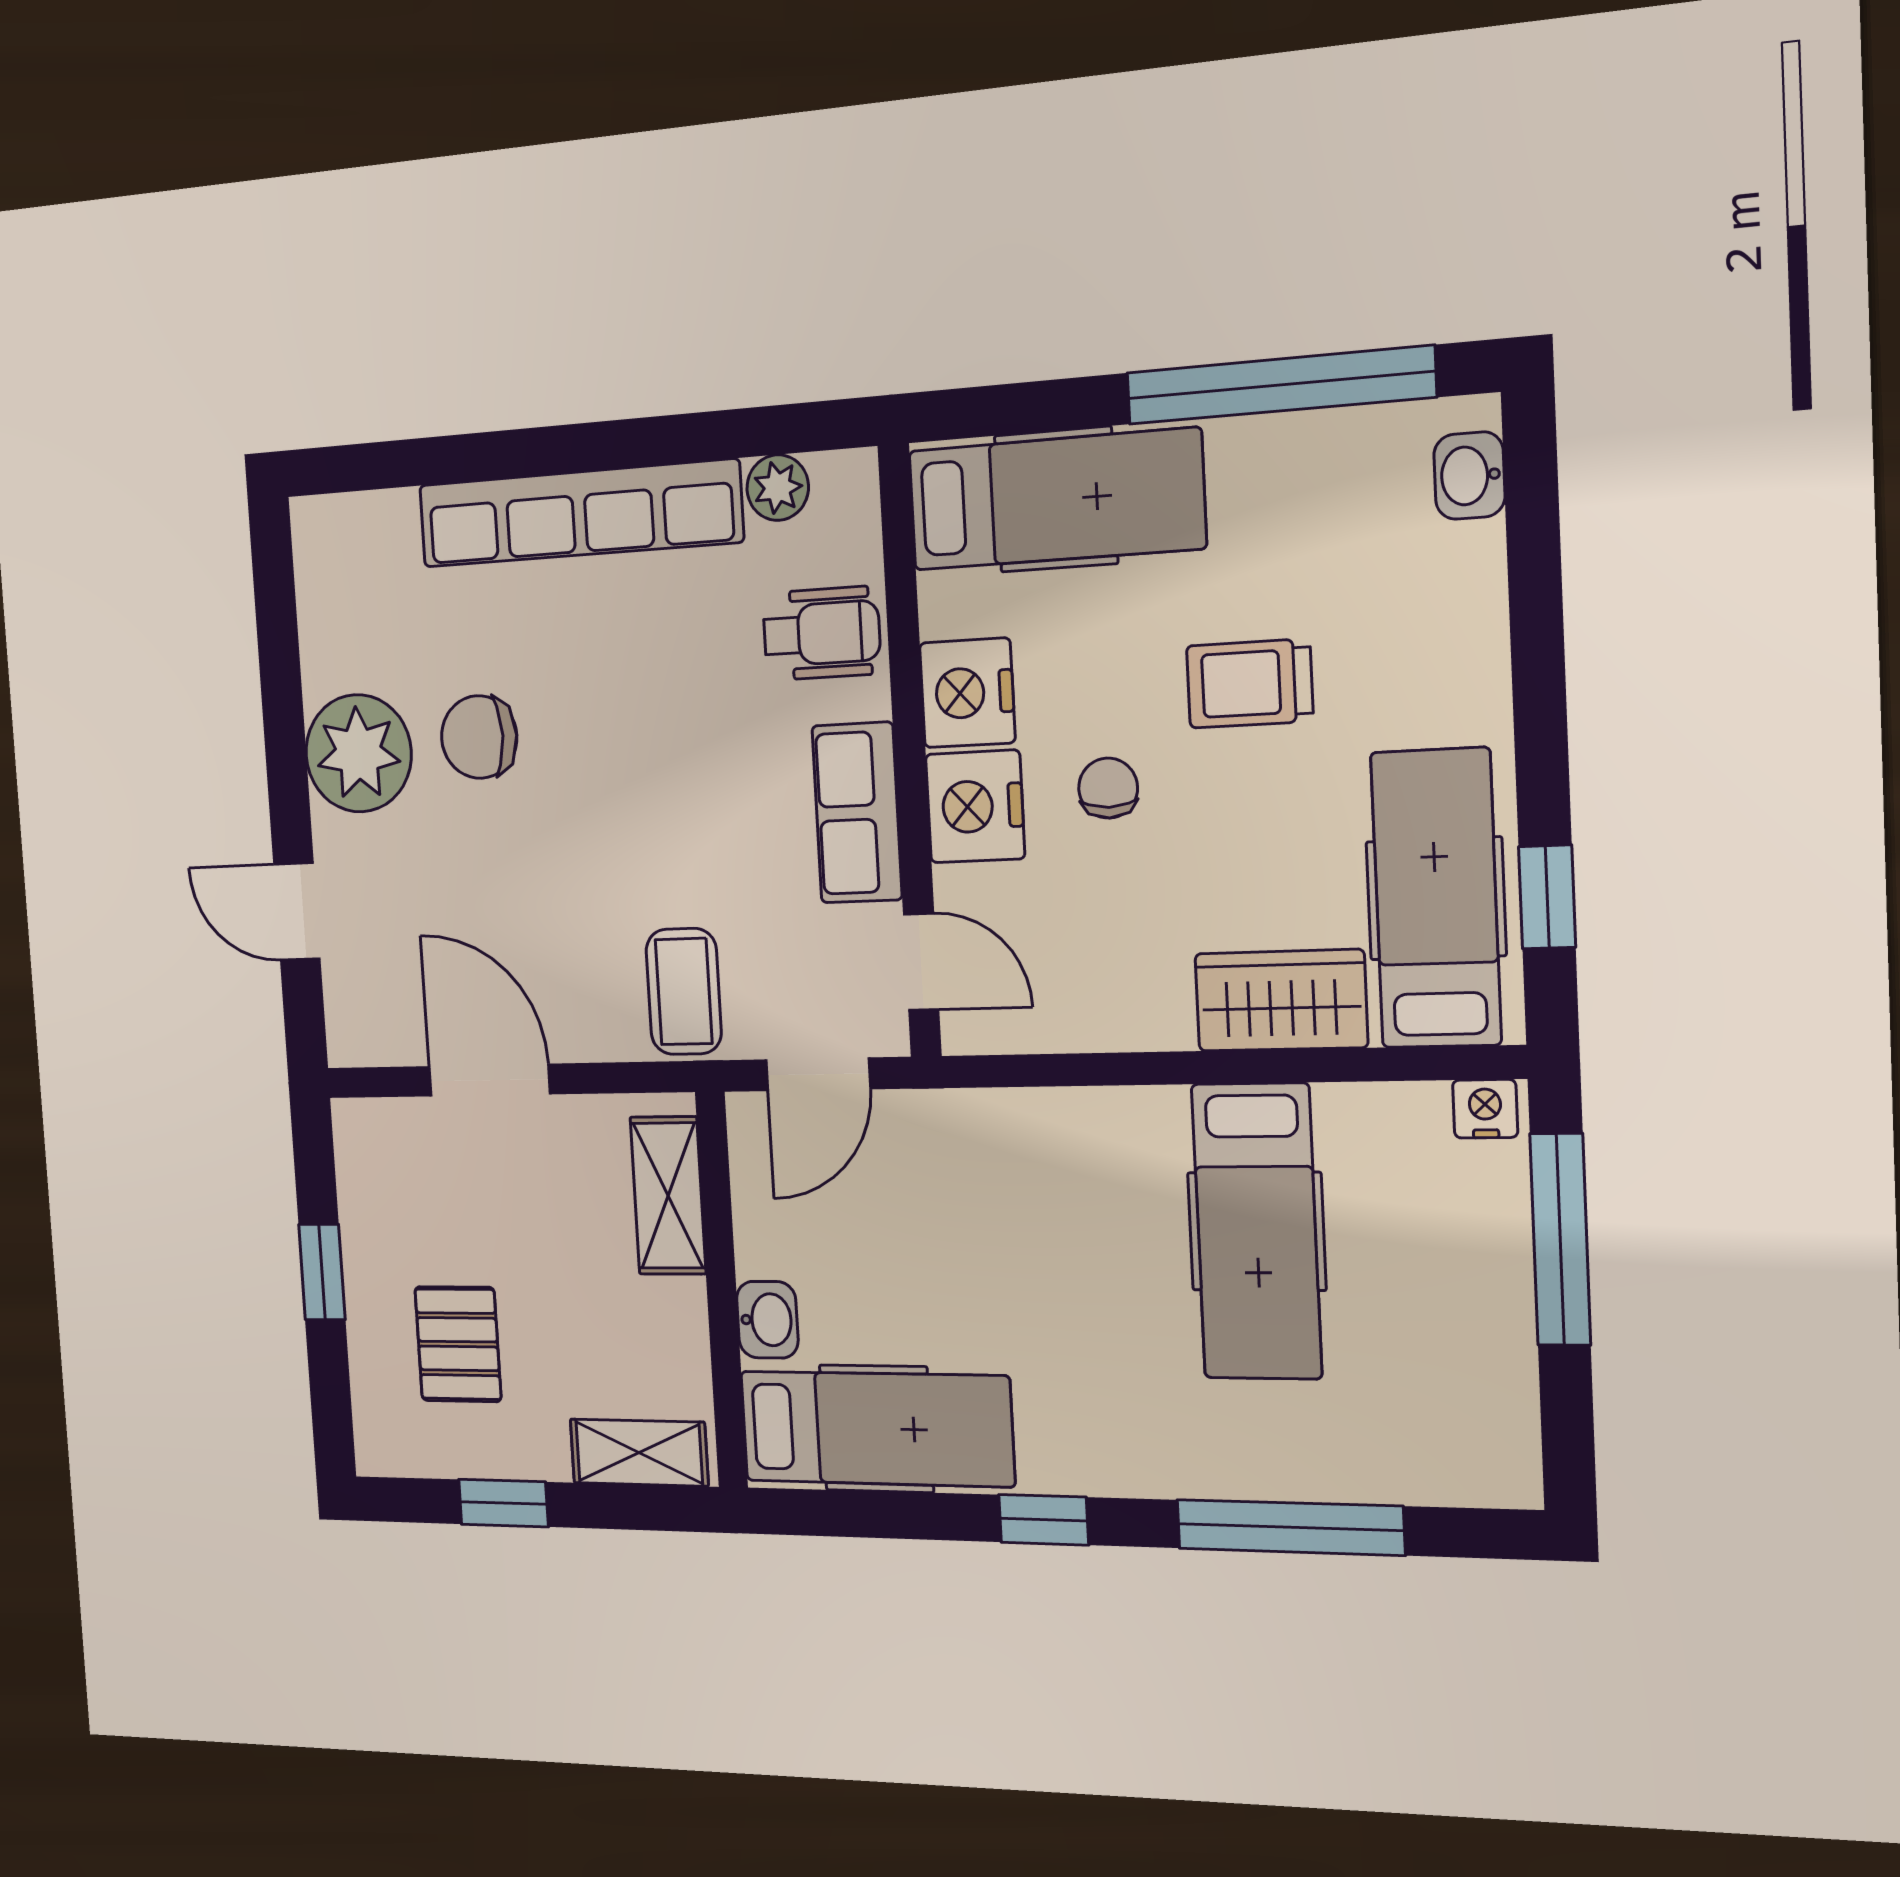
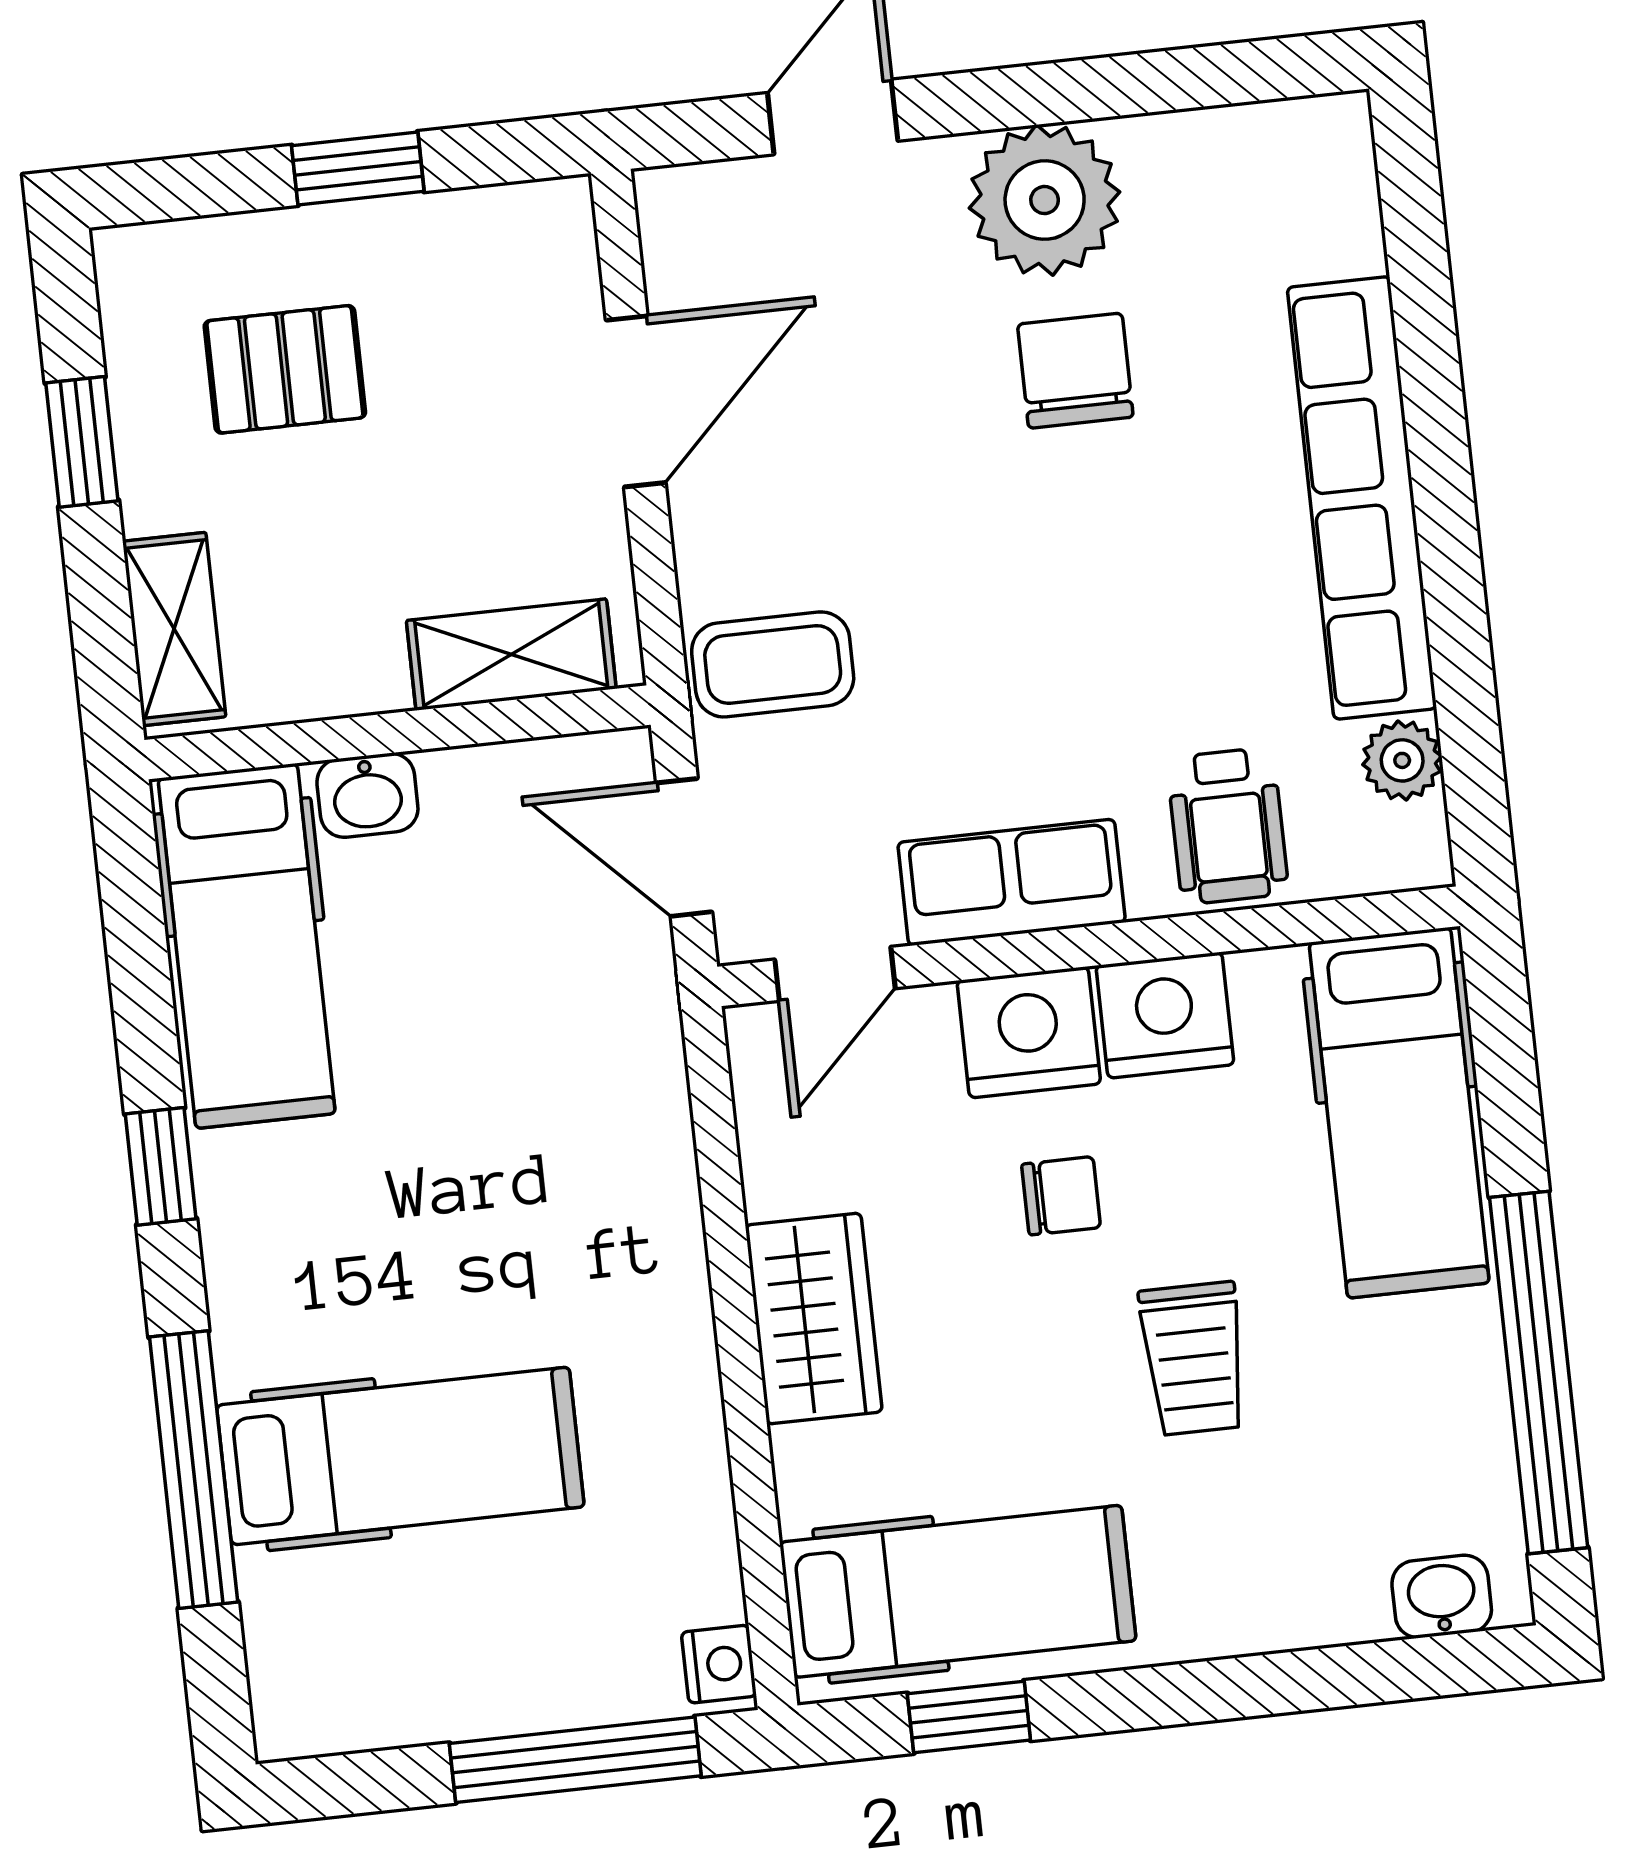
trolley: (1250, 684) -> (1194, 1359), turned 180
wardrobe: (1281, 1000) -> (814, 1319), moved
hospital bed: (1257, 1231) -> (400, 1456), moved, turned 180

